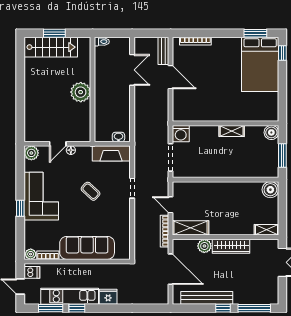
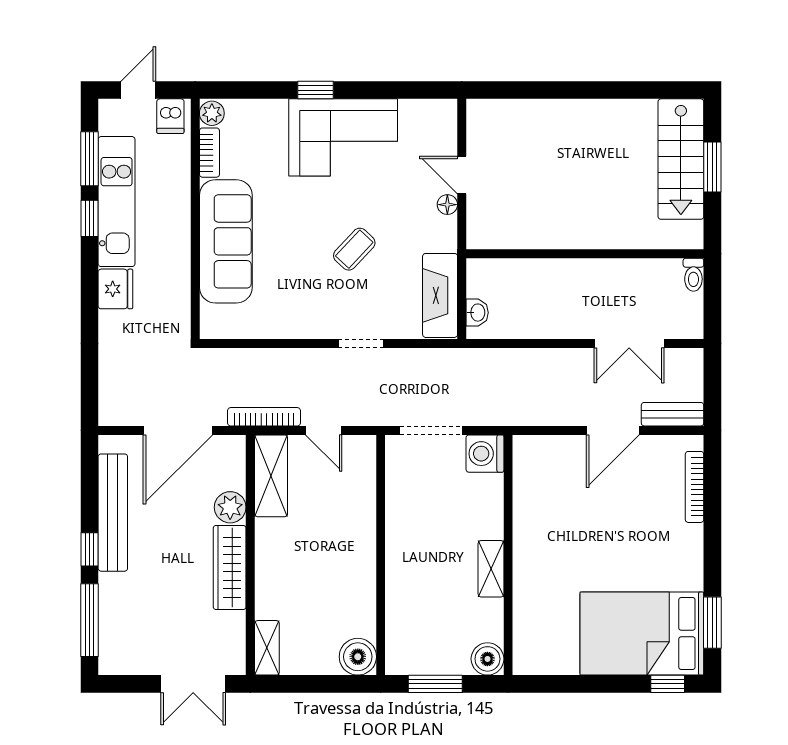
plant: (81, 92) -> (579, 227), removed
plant: (31, 153) -> (441, 115), removed
door: (171, 205) -> (324, 430), swing flipped

